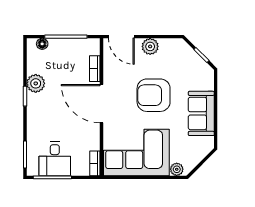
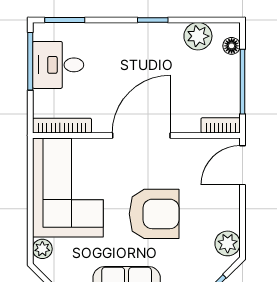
plant: (150, 46) -> (228, 243), moved
bookcase: (95, 69) -> (221, 125), moved
plant: (36, 83) -> (198, 36), moved
armchair: (154, 95) -> (154, 214), turned 90
bookcase: (95, 163) -> (62, 126), width x1.56

